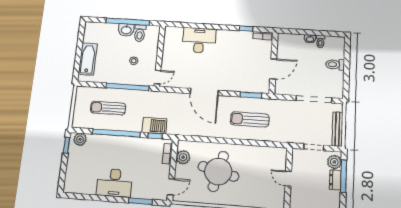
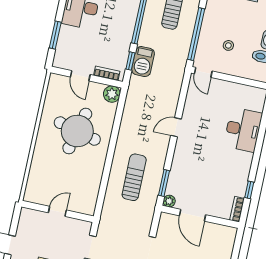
plant: (265, 89) -> (169, 201), added
door: (204, 92) -> (176, 127), width x0.53
plant: (183, 157) -> (112, 94), moved
door: (171, 187) -> (80, 76), moved

